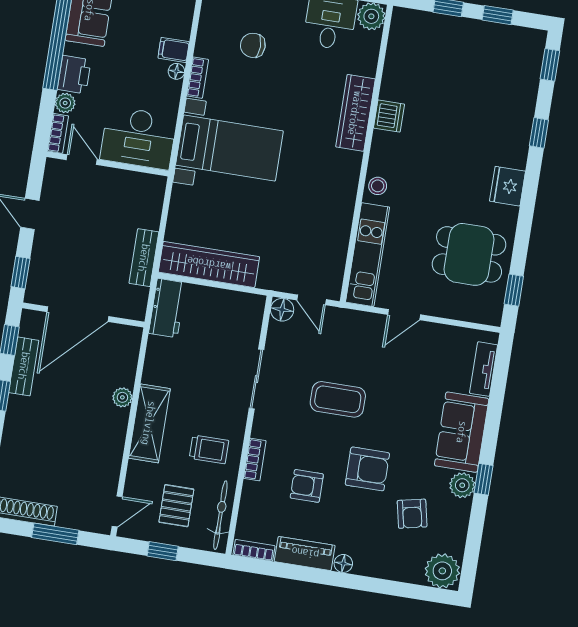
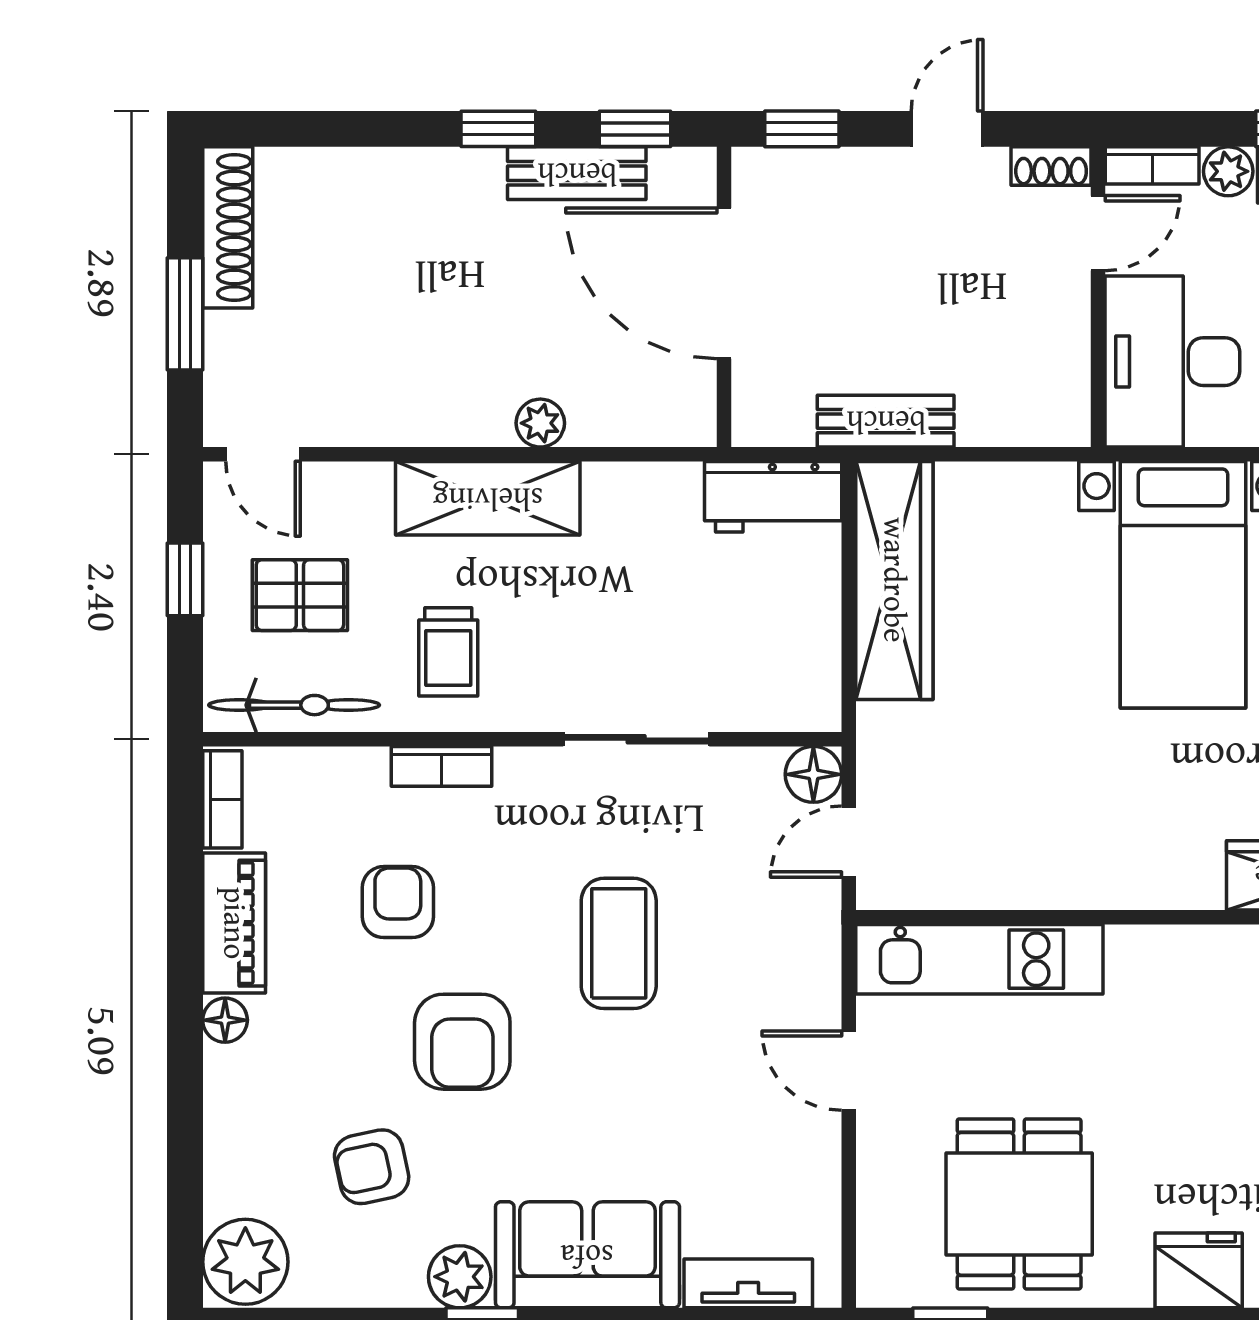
shoe rack: (52, 174) -> (1051, 166), added
stool: (378, 186) -> (1149, 957), removed

